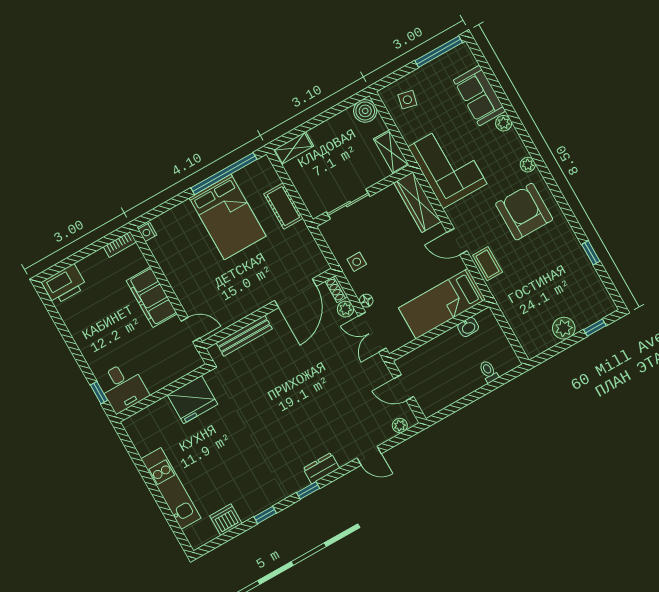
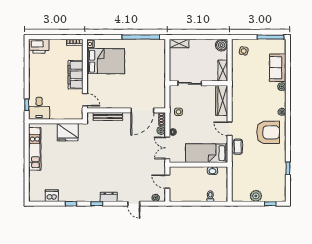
corner sofa: (447, 165) -> (245, 91), removed
cot: (283, 206) -> (159, 67), removed
armchair: (524, 212) -> (268, 132), turned 90
bed: (228, 217) -> (106, 61), moved, turned -90
kitchen unit: (171, 488) -> (35, 149), moved

